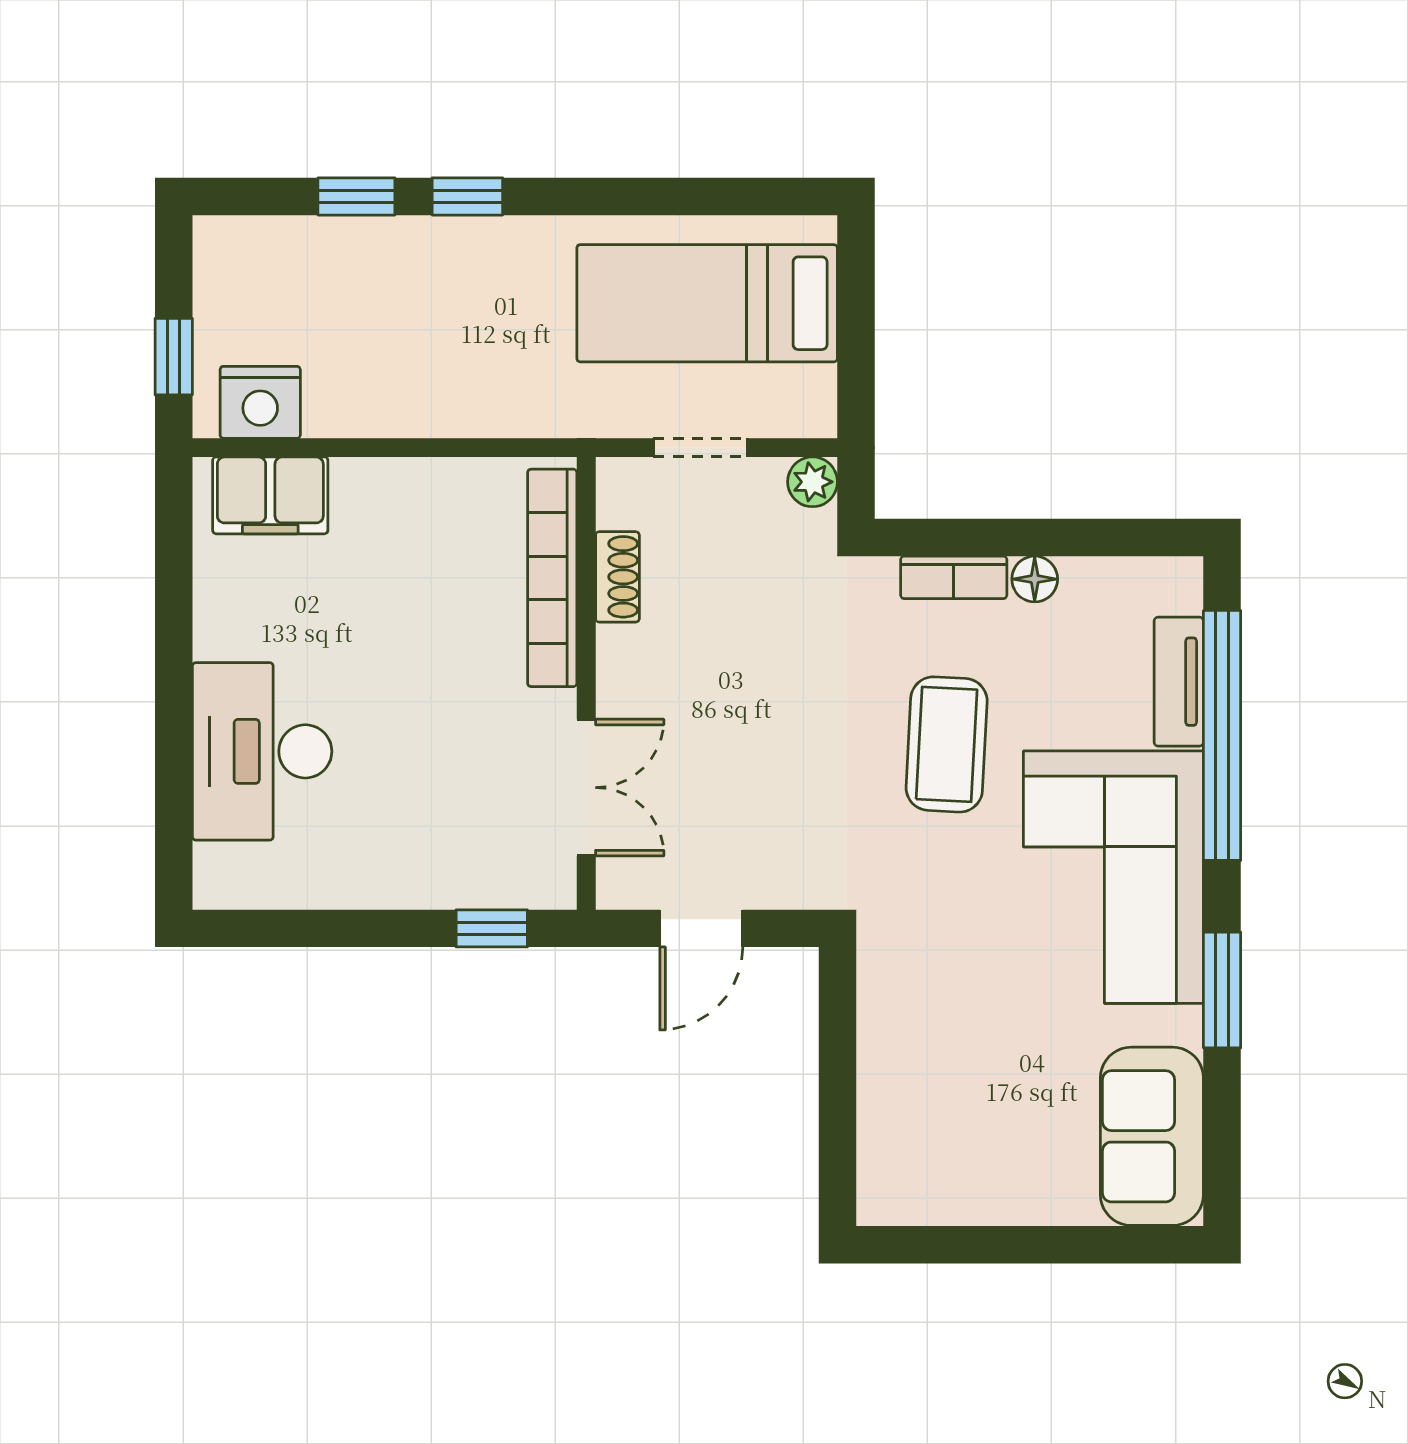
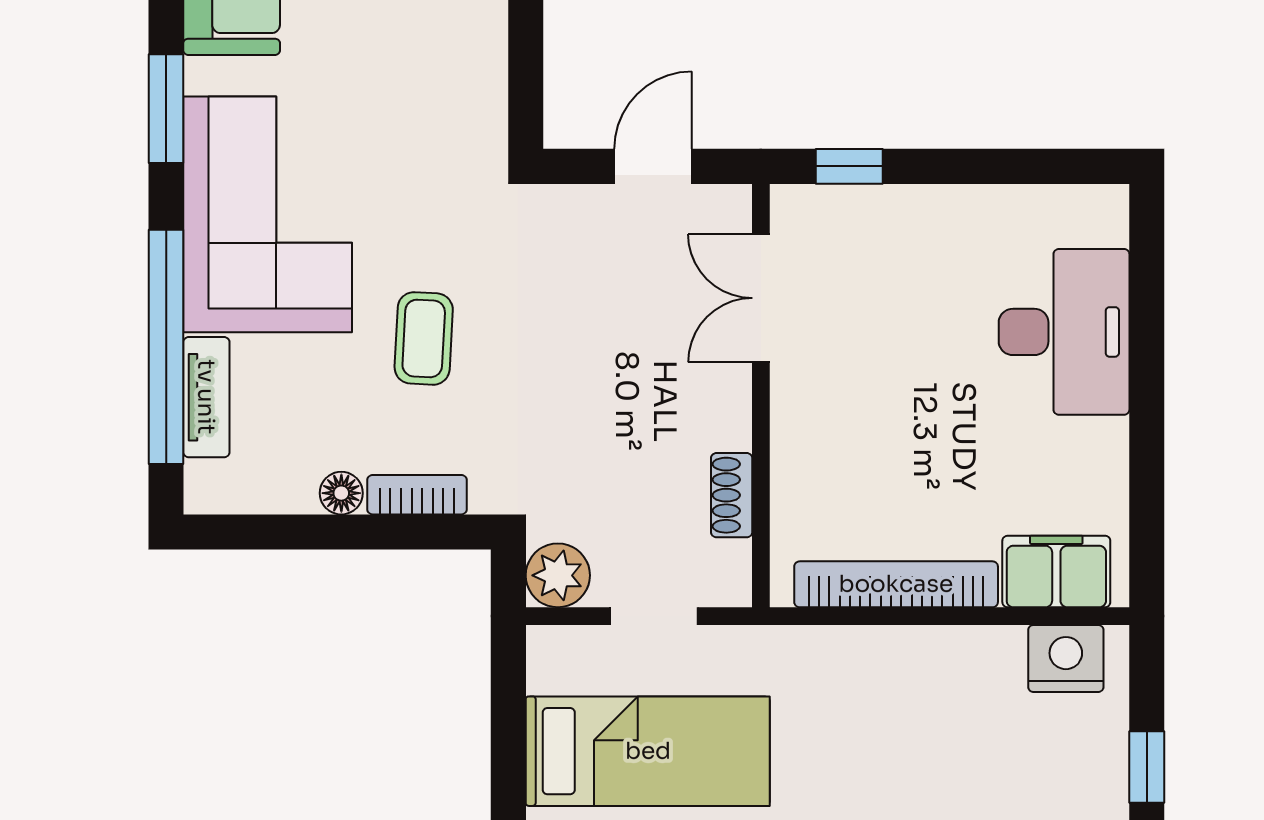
window: (174, 357) -> (1147, 767), moved
plant: (813, 482) -> (558, 575), width x1.38, depth x1.38
bookcase: (552, 578) -> (896, 584), moved, turned -90
coffee table: (947, 744) -> (424, 338), width x0.73, depth x0.77

